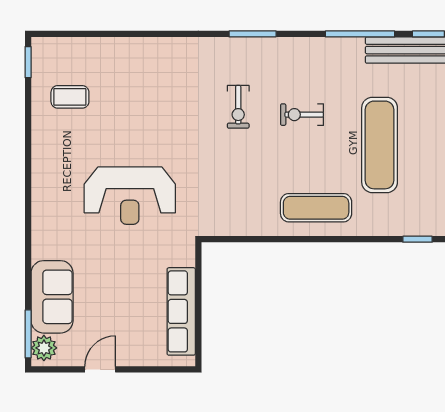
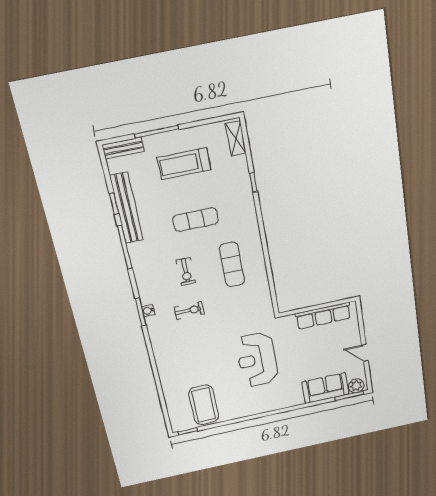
water cooler: (252, 46) -> (148, 311), added
coffee table: (70, 97) -> (204, 405), width x1.86, depth x1.72
exercise mat: (380, 145) -> (196, 220), width x0.73, depth x0.69
reception desk: (130, 196) -> (257, 360), turned 180
exercise mat: (316, 208) -> (232, 264), moved

